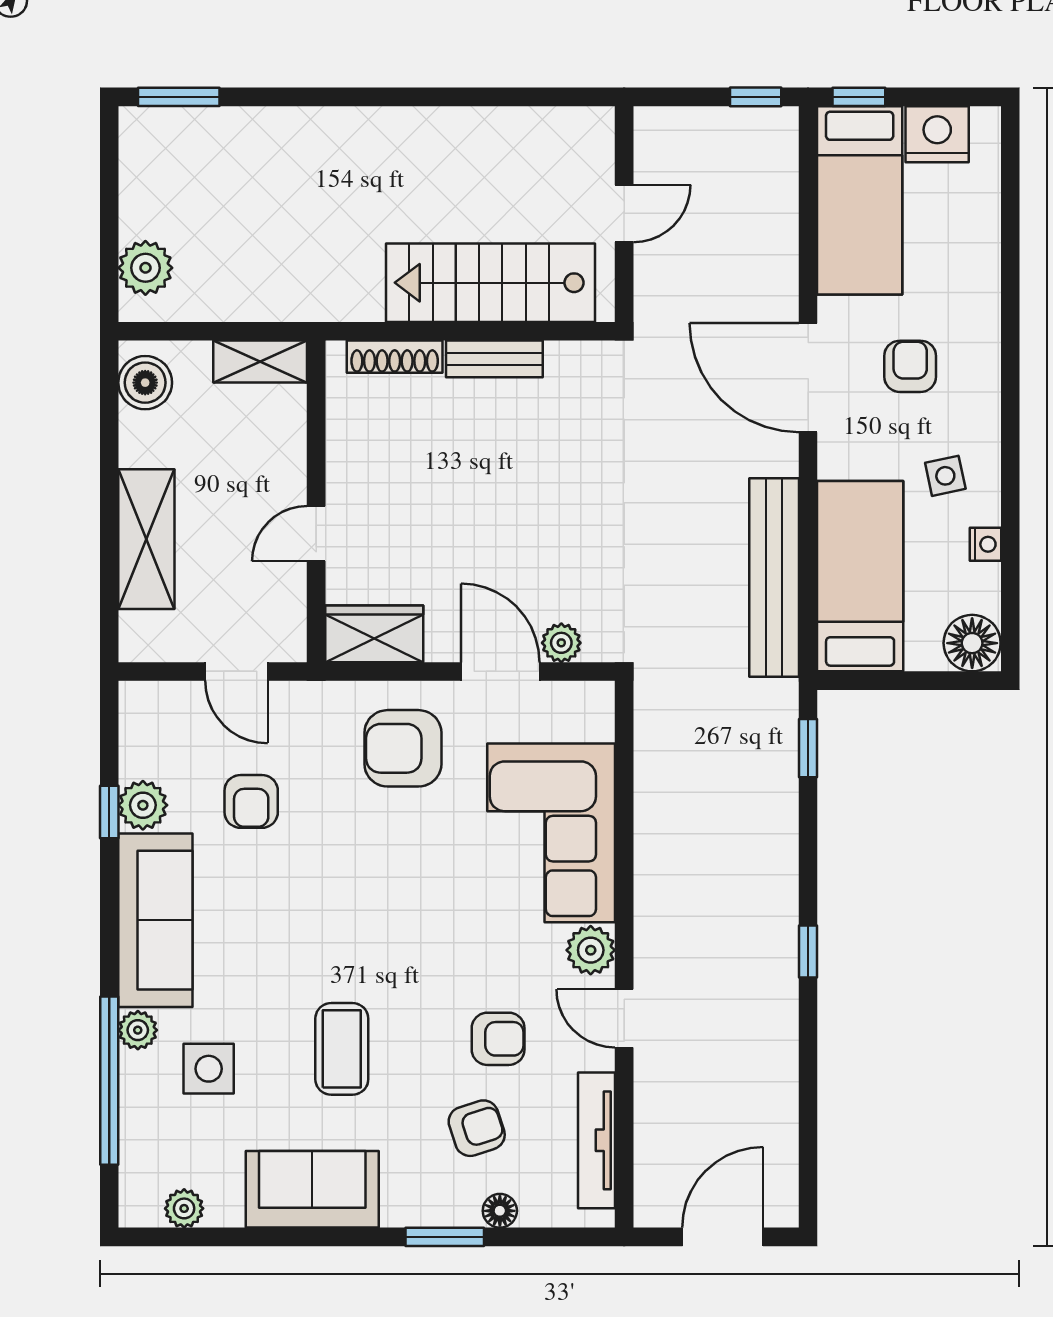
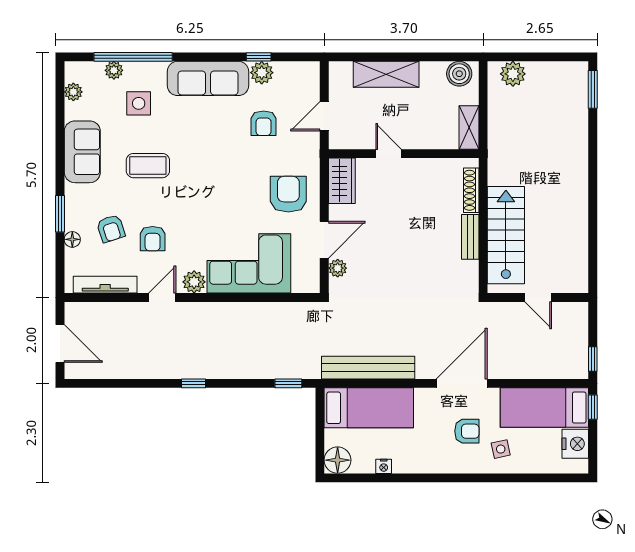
side table: (945, 476) -> (501, 449), moved
armchair: (251, 801) -> (264, 123), turned -90
plant: (138, 1030) -> (114, 70), moved

